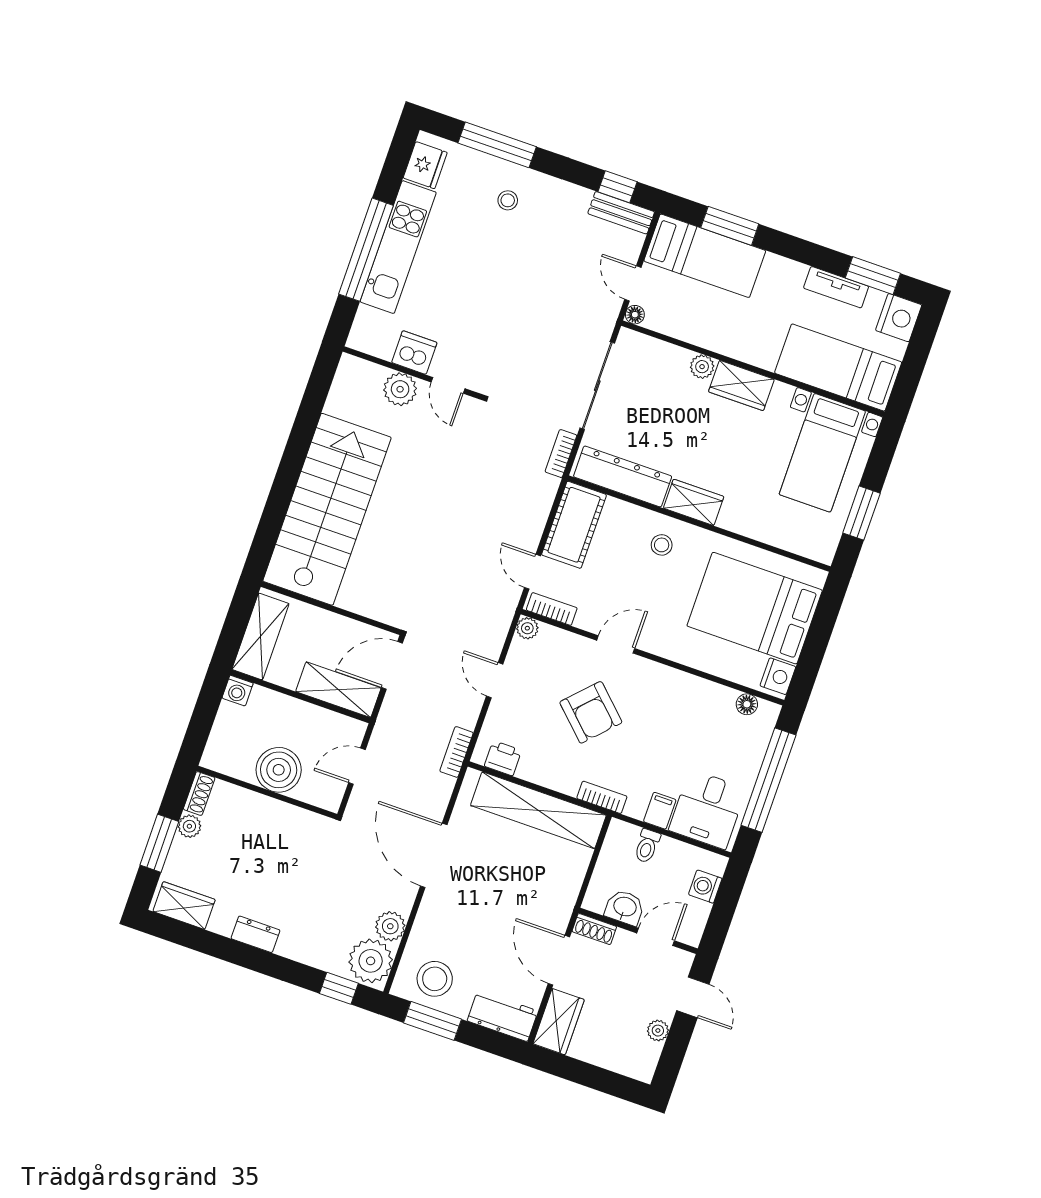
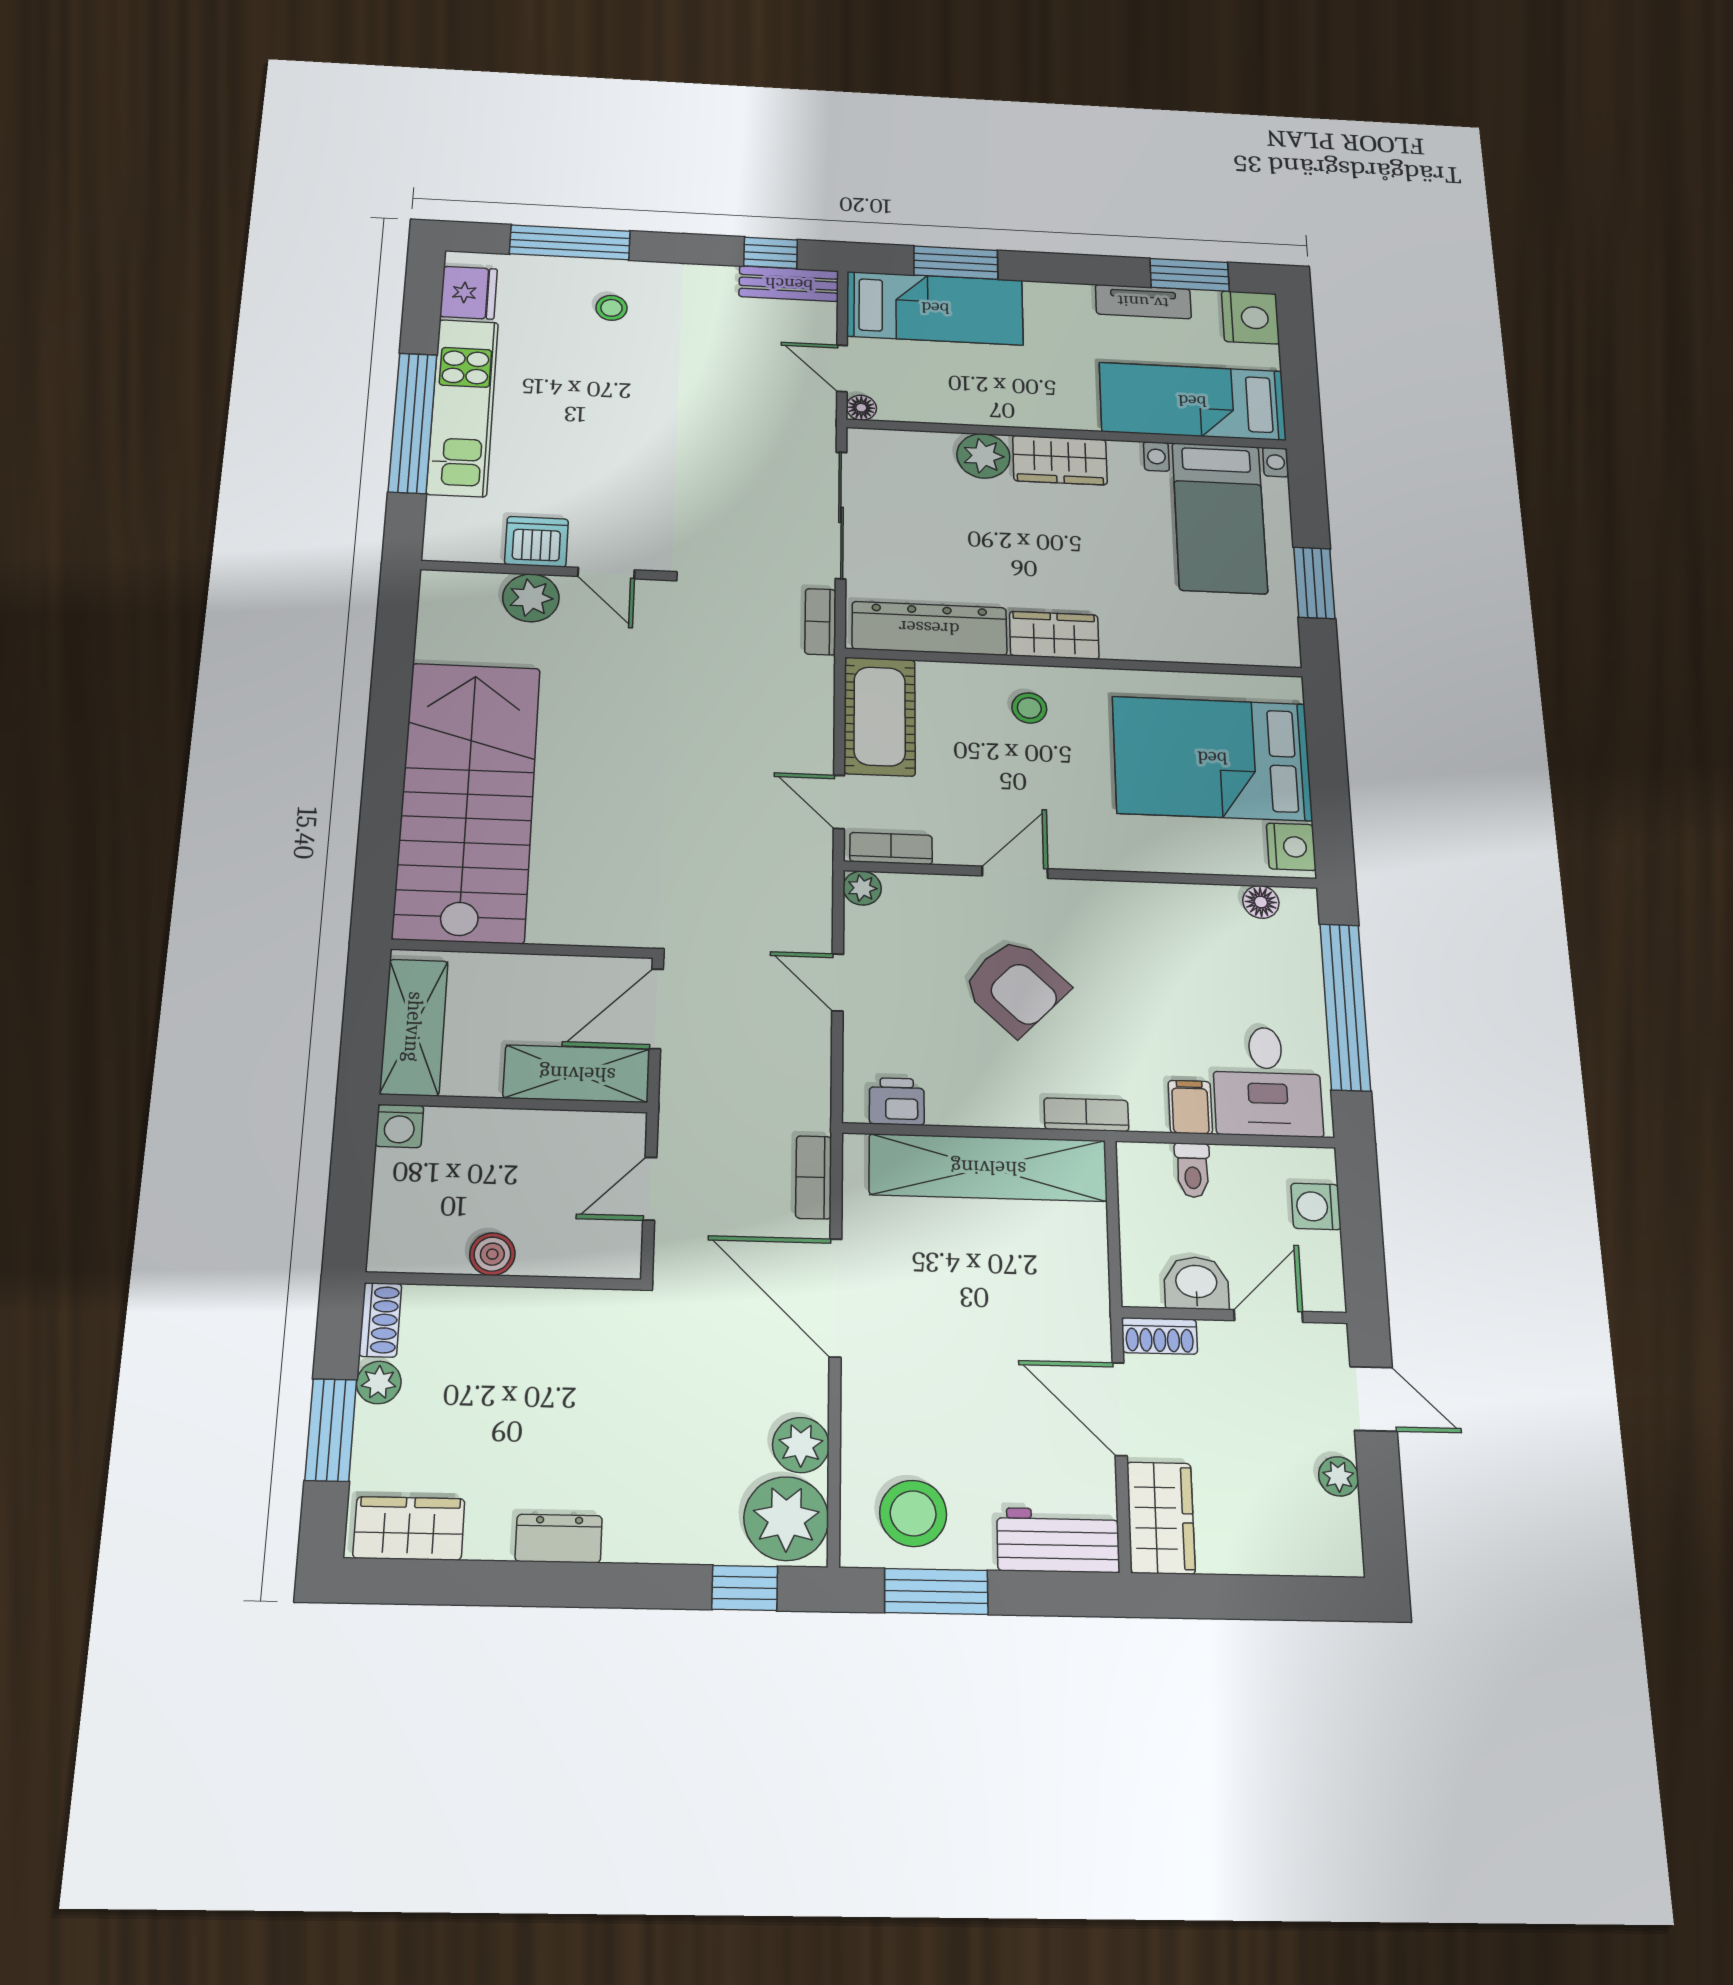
plant: (702, 367) -> (983, 456), width x1.38, depth x1.38
bookcase: (457, 752) -> (814, 1177), moved
boiler: (279, 770) -> (492, 1254), width x0.54, depth x0.54

